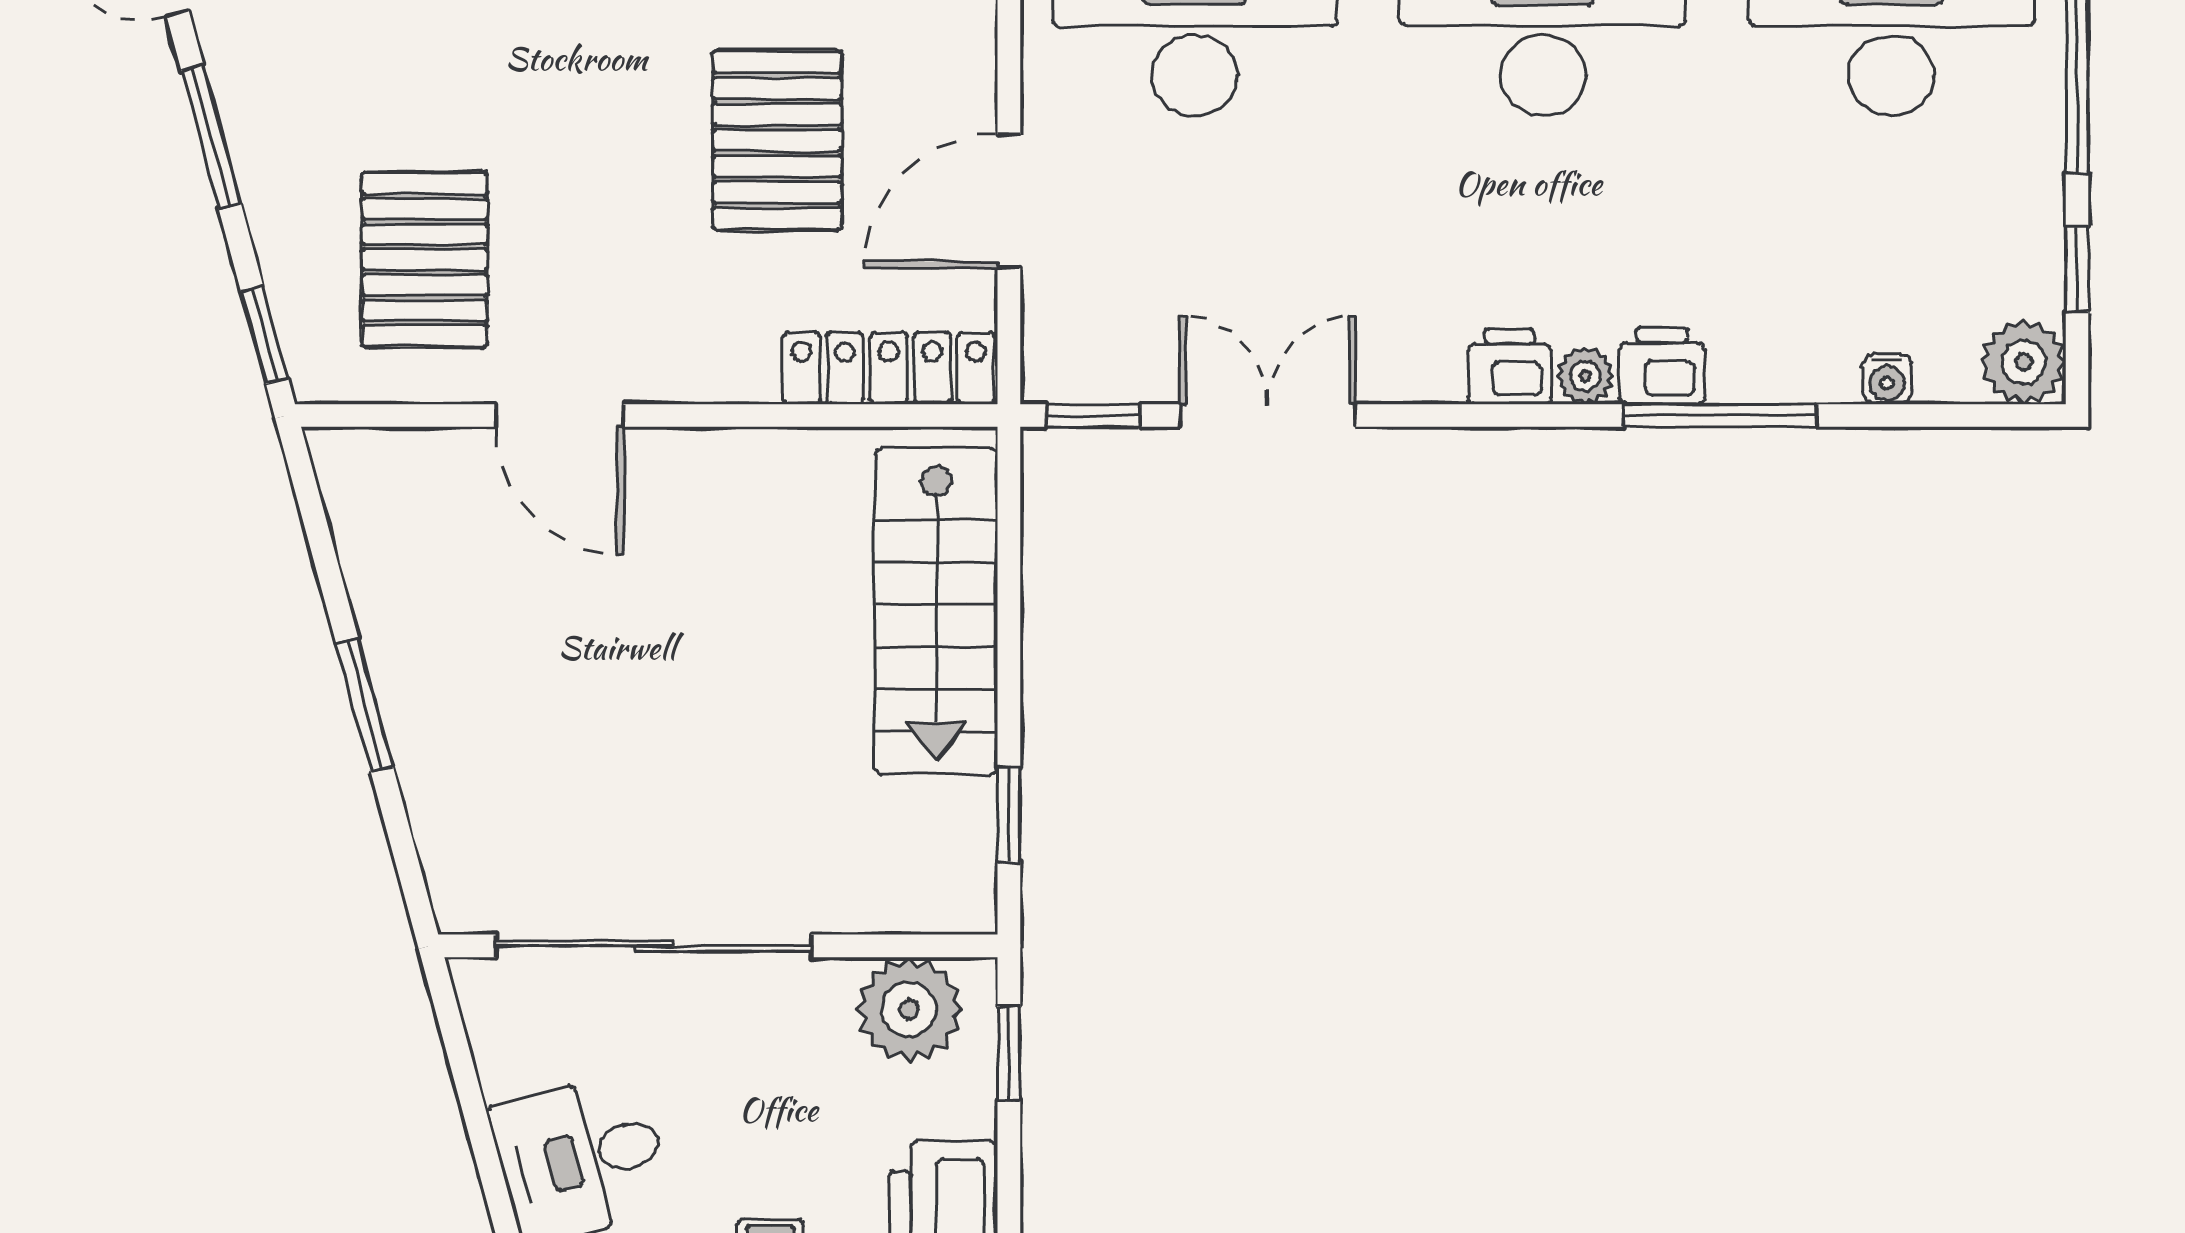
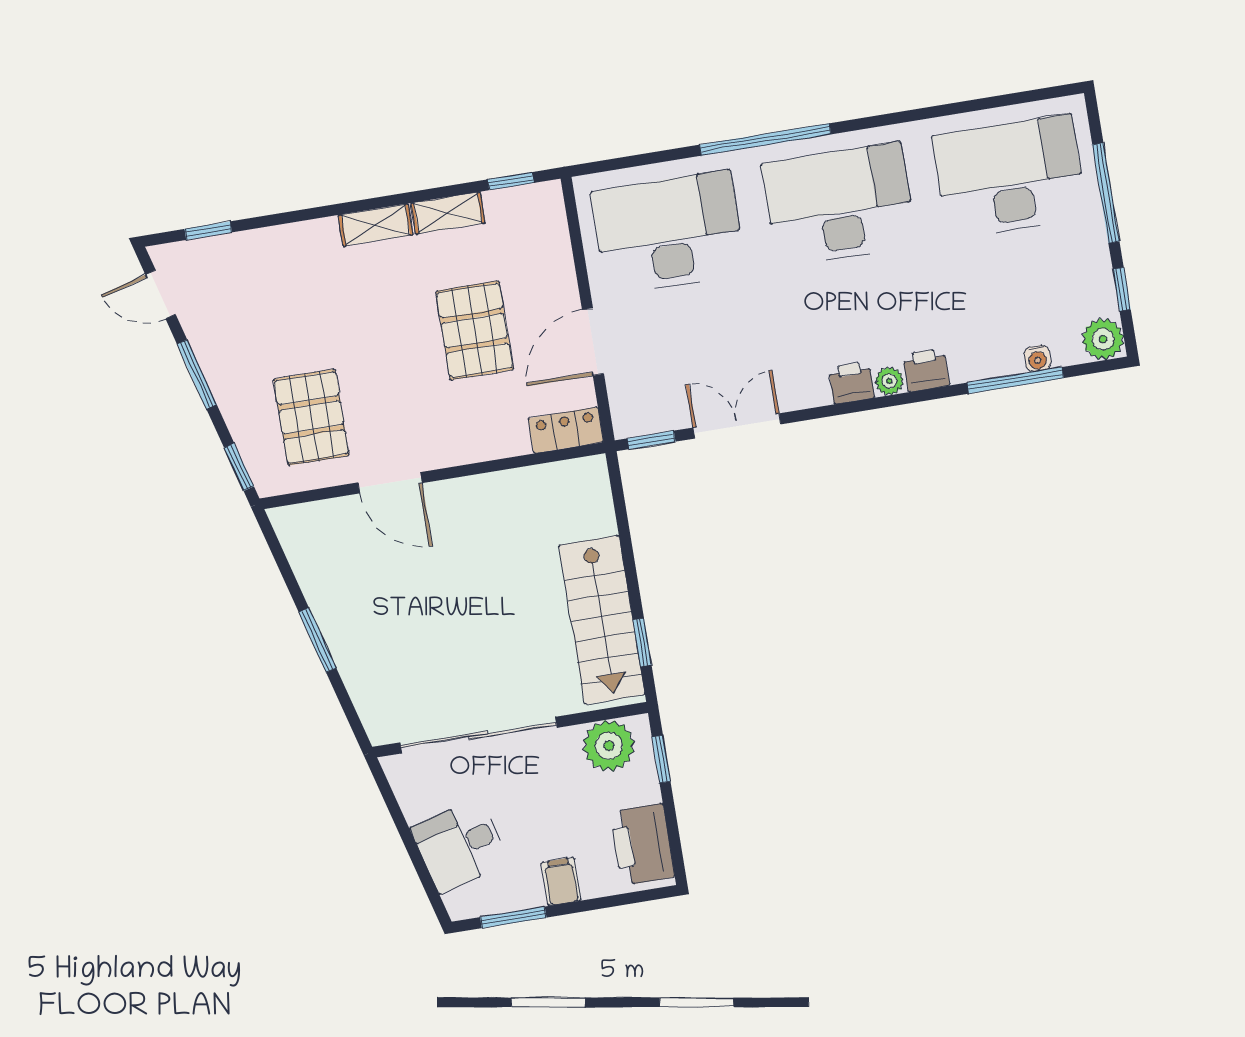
locker: (889, 368) -> (566, 430), width x0.66
window: (1720, 415) -> (1015, 380), moved
stairs: (936, 611) -> (602, 620), moved

